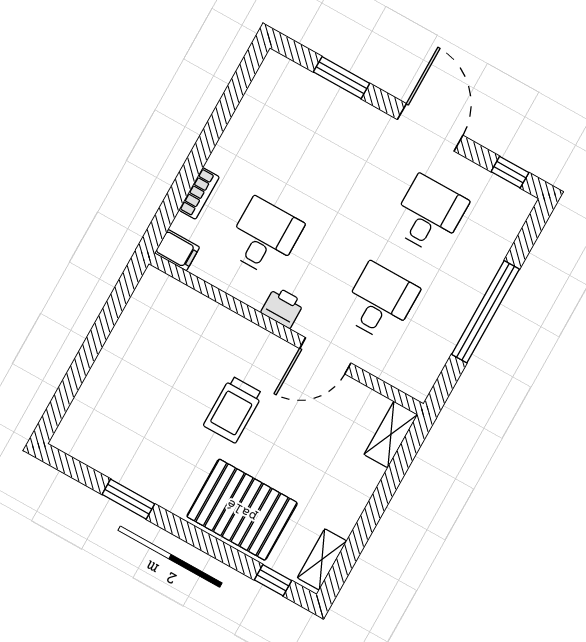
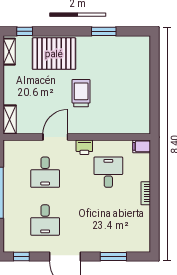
bookcase: (199, 193) -> (146, 193), moved
desk: (264, 237) -> (108, 172), turned 180

